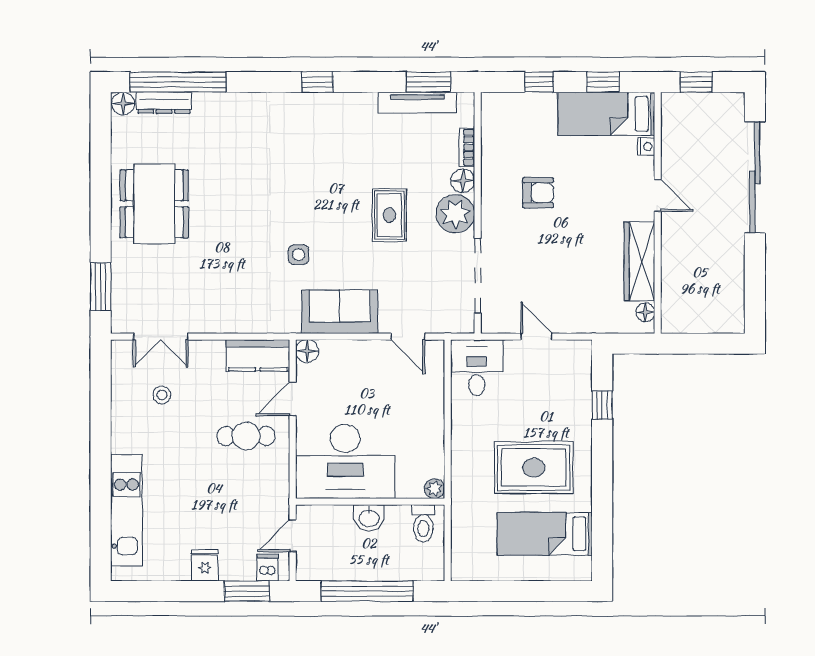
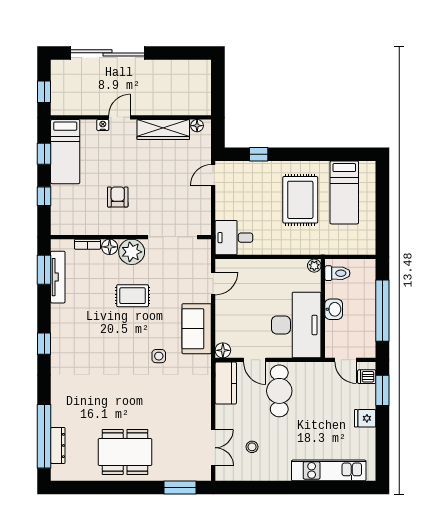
floor lamp: (123, 104) -> (58, 473), removed
nightstand: (646, 147) -> (103, 125), moved
door: (536, 337) -> (213, 175), moved
cafe table: (246, 436) -> (279, 391), width x1.37, depth x1.35

